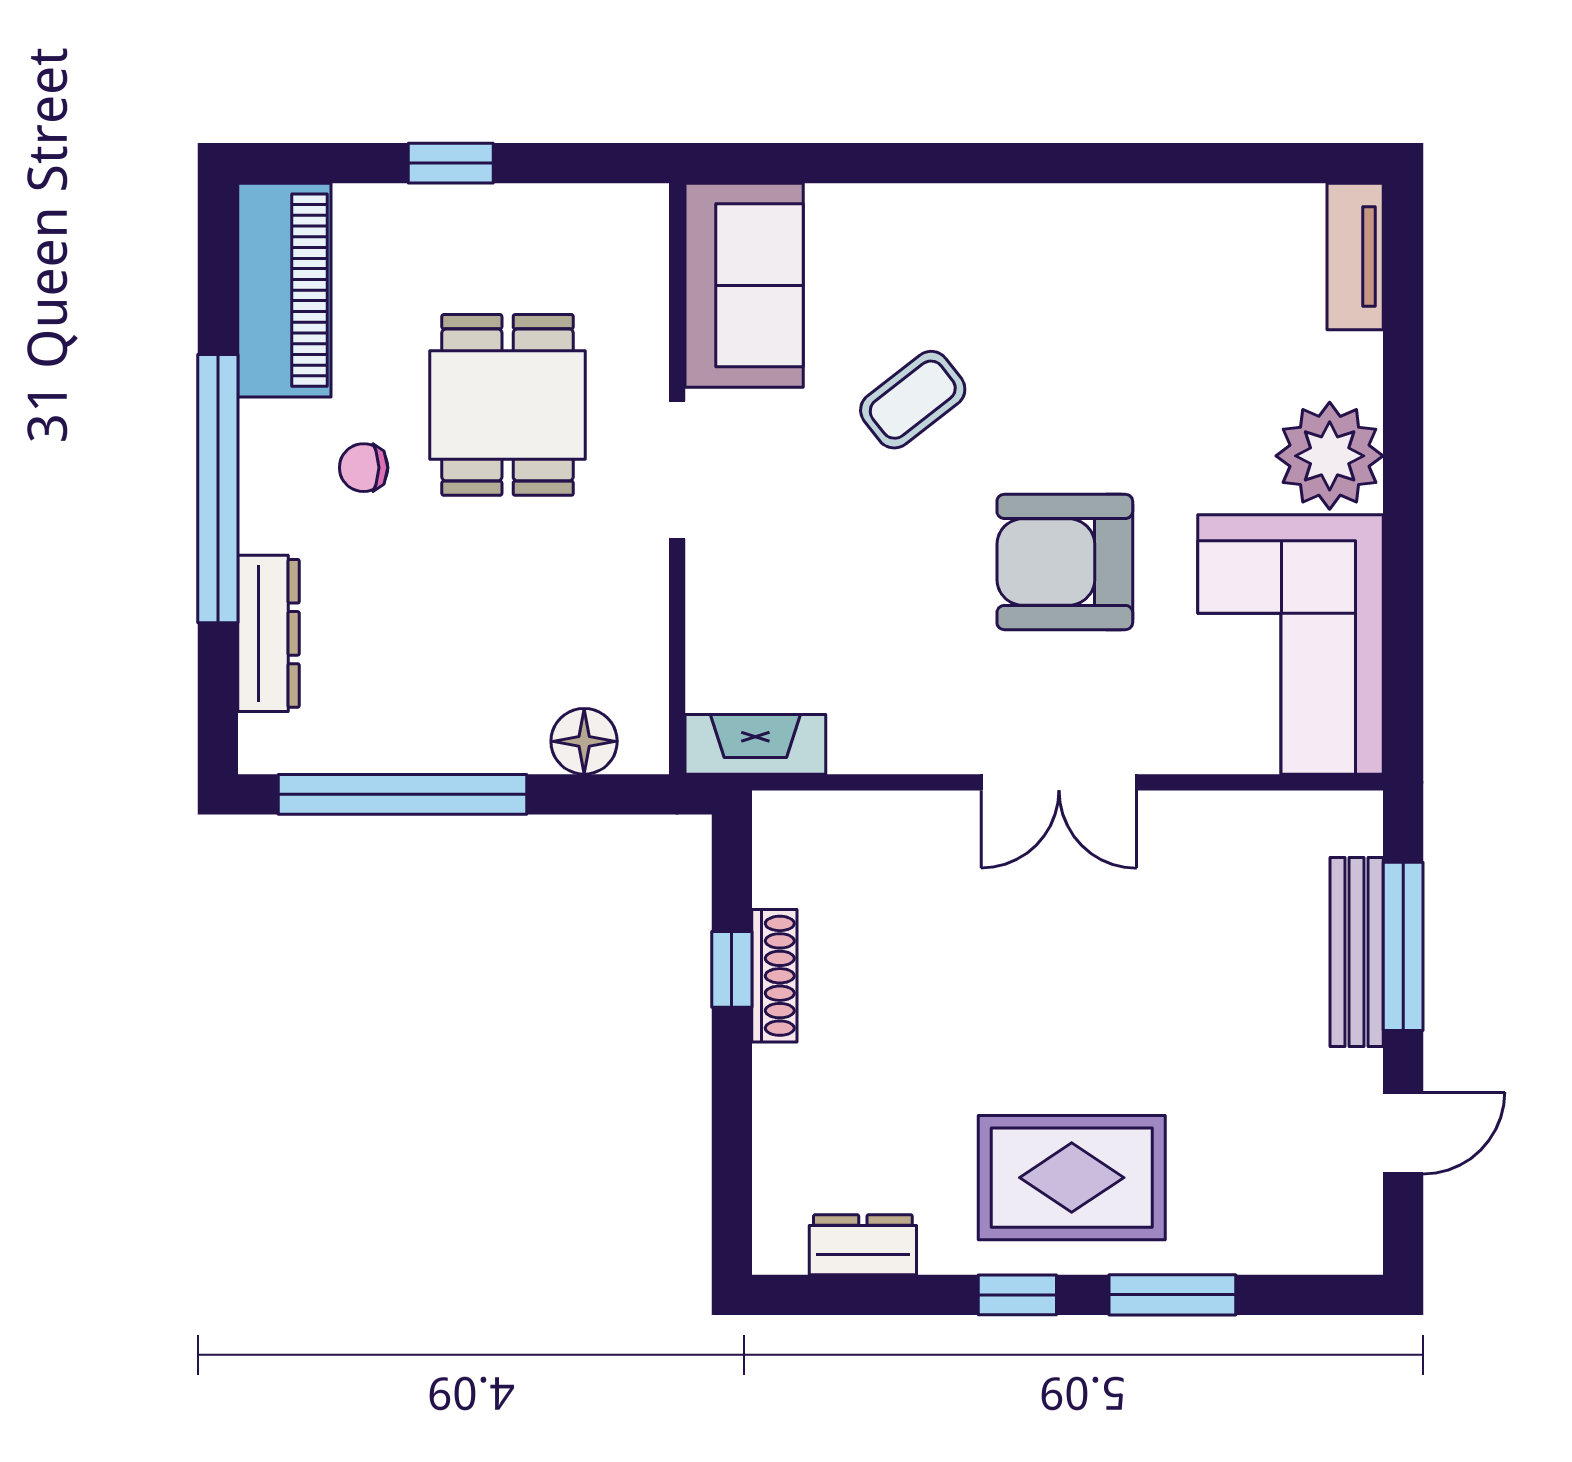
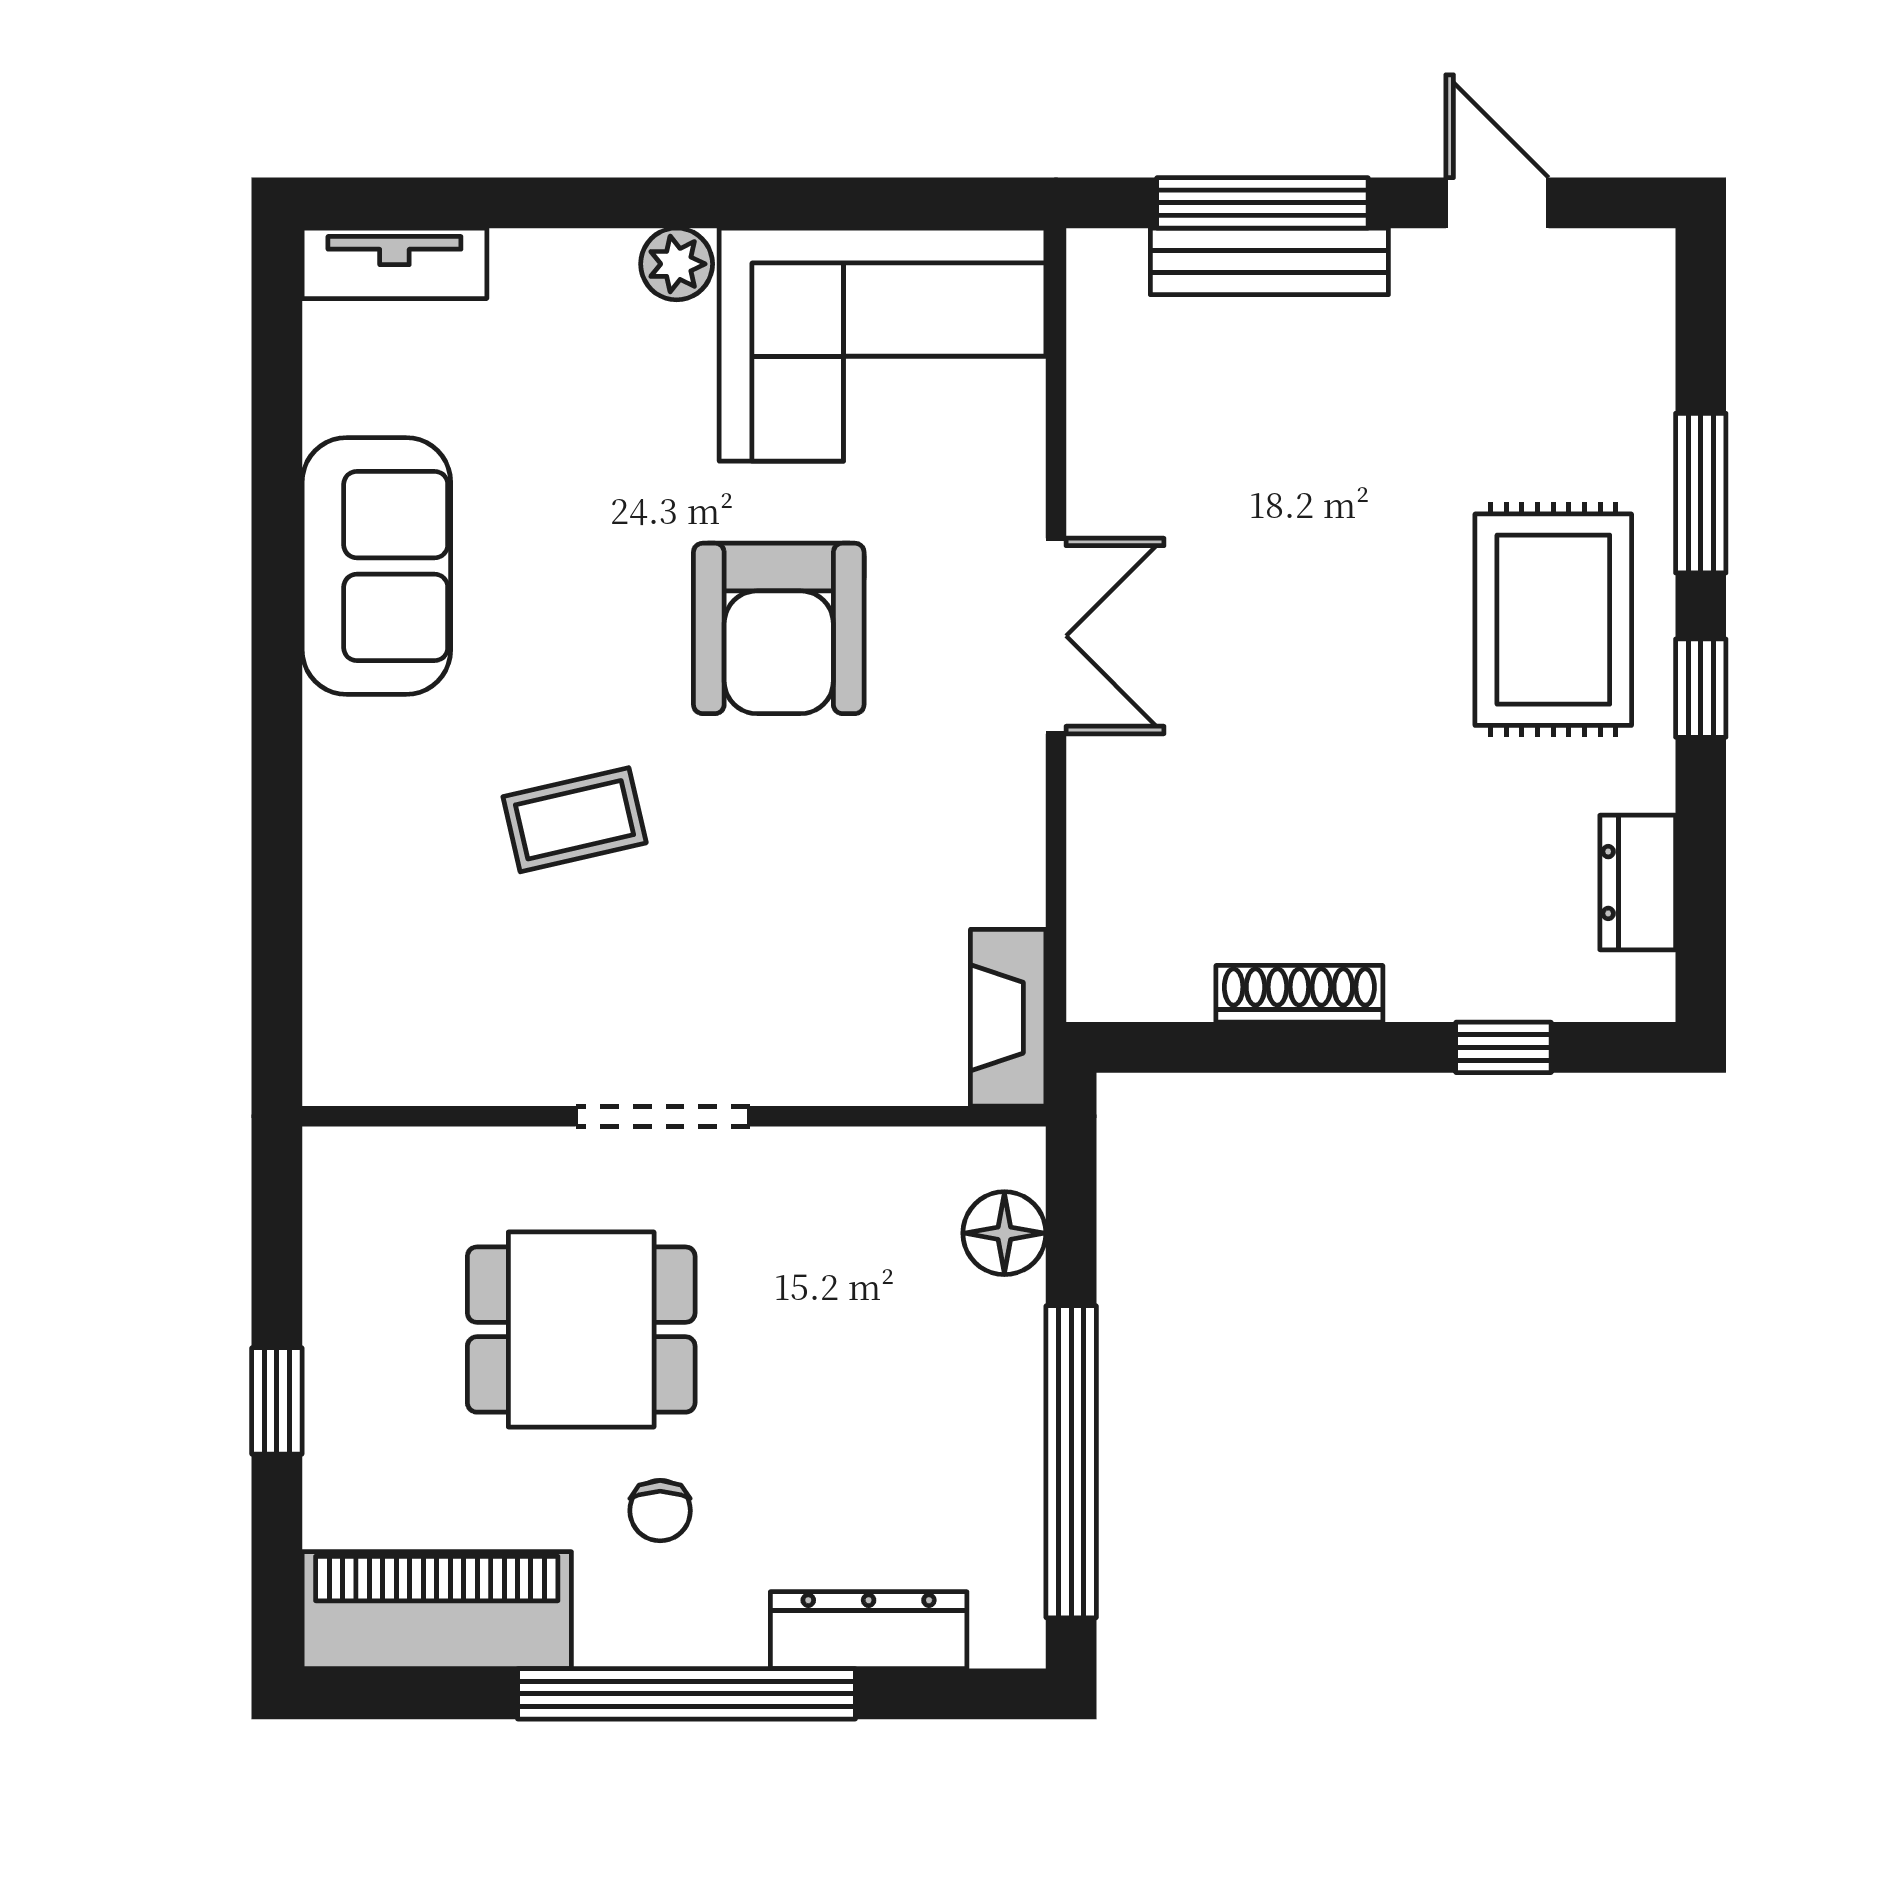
sofa: (744, 285) -> (376, 566), moved, turned 90
coffee table: (913, 400) -> (575, 820), turned -65
plant: (1330, 456) -> (677, 264), width x0.53, depth x0.53
window: (732, 969) -> (1503, 1047), moved

